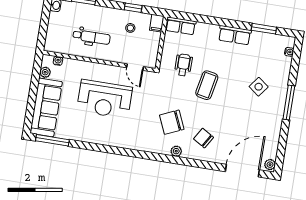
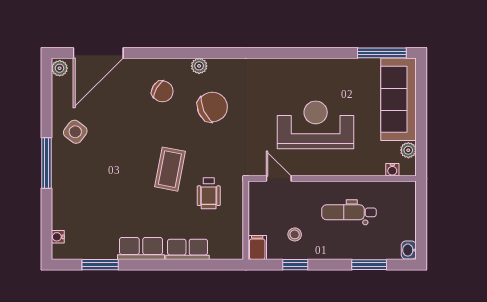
row of seats: (181, 26) -> (188, 249), moved
side table: (259, 87) -> (75, 132), moved

